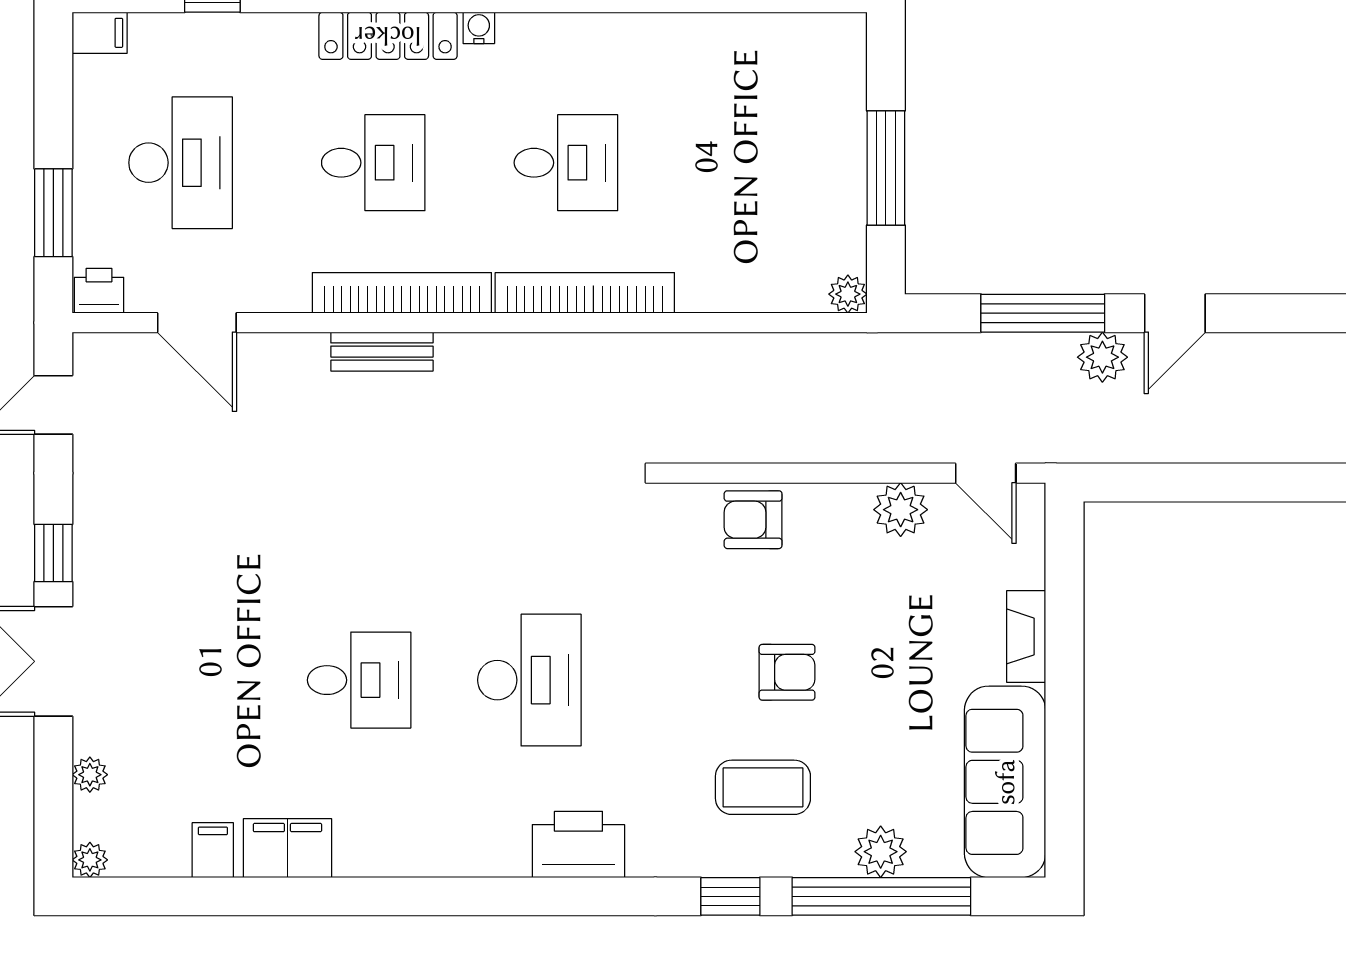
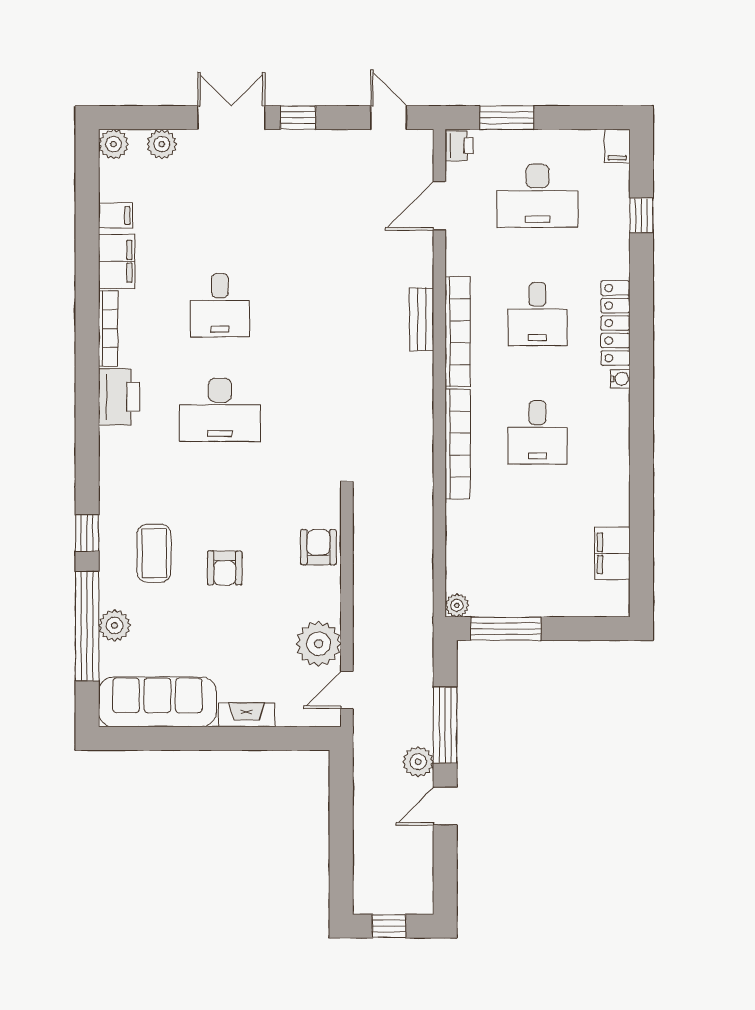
filing cabinet: (763, 41) -> (612, 553), added
window: (886, 168) -> (506, 629), moved
door: (1175, 313) -> (445, 806), hinge flipped
plant: (901, 510) -> (319, 644), width x1.36, depth x1.36
plant: (90, 775) -> (162, 144), width x1.38, depth x1.38
printer: (578, 844) -> (119, 397), moved
plant: (90, 860) -> (114, 144), width x1.38, depth x1.38
bookcase: (397, 862) -> (108, 329), added

